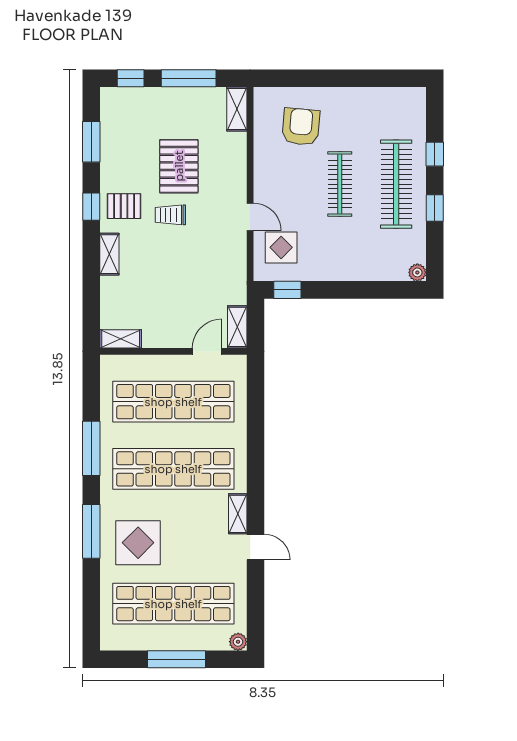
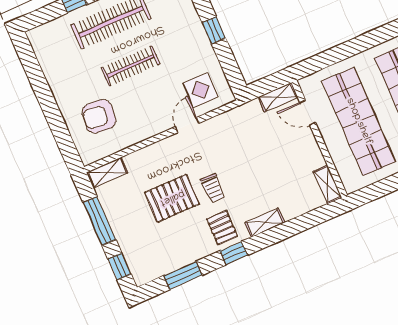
window: (287, 290) -> (214, 30), moved

